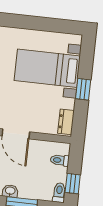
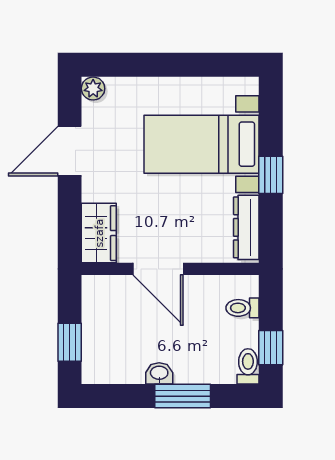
dresser: (66, 122) -> (246, 227), width x1.44

